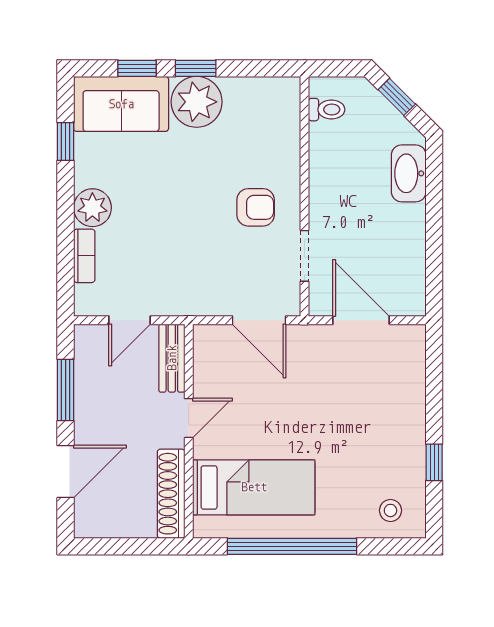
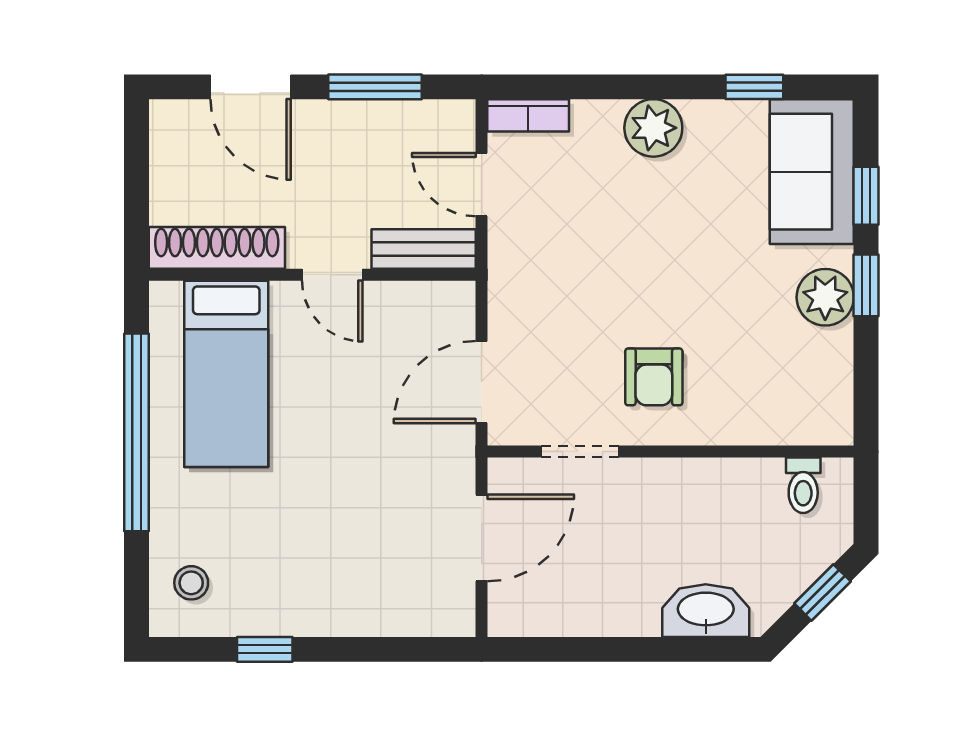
plant: (197, 102) -> (825, 297), width x0.73, depth x0.73
bookcase: (84, 256) -> (528, 115), moved

